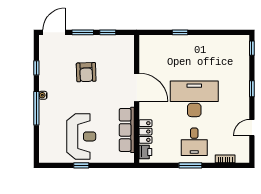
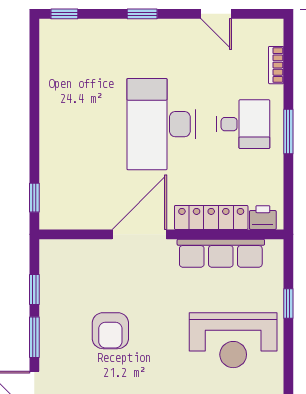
window: (180, 32) -> (34, 198), moved
armchair: (86, 72) -> (110, 331), turned 92
locker: (145, 132) -> (211, 217), width x1.53
reception desk: (81, 136) -> (233, 340), turned 180
window: (81, 165) -> (288, 303), moved

